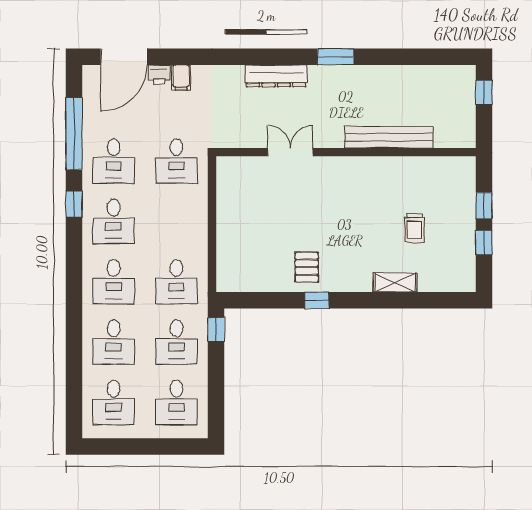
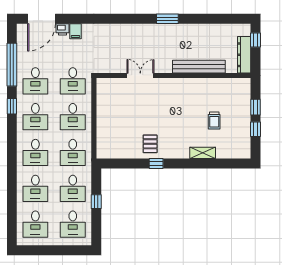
dresser: (276, 76) -> (244, 55), moved, turned 90
desk: (176, 221) -> (73, 117), added
window: (216, 329) -> (96, 202), moved

